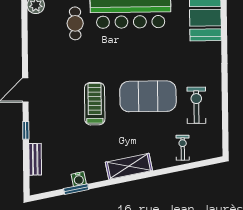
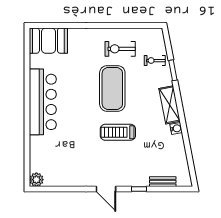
cafe table: (75, 23) -> (52, 147), removed
water cooler: (79, 179) -> (176, 128), moved
window: (76, 189) -> (173, 70), moved

